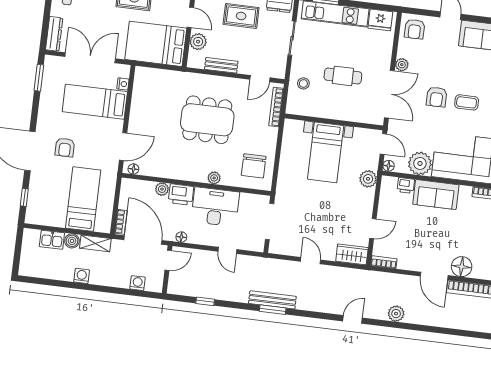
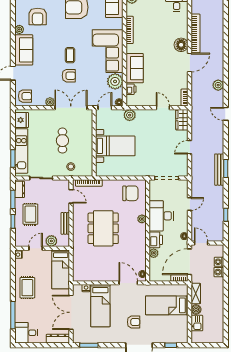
bed: (156, 44) -> (61, 269), width x0.67
washing machine: (82, 276) -> (219, 272), moved

